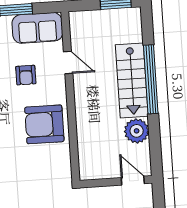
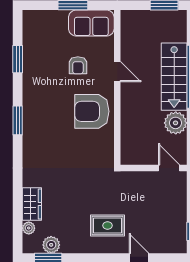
door: (68, 62) -> (117, 72), moved

